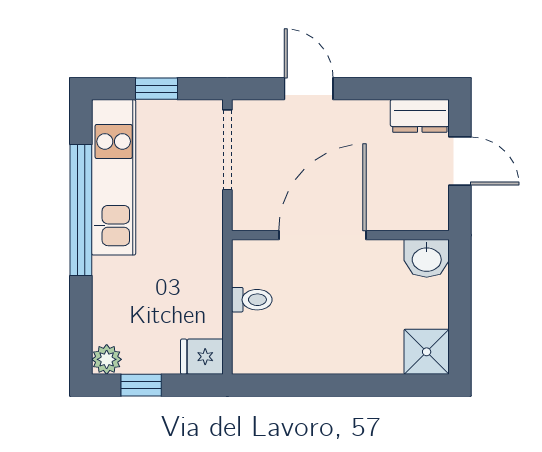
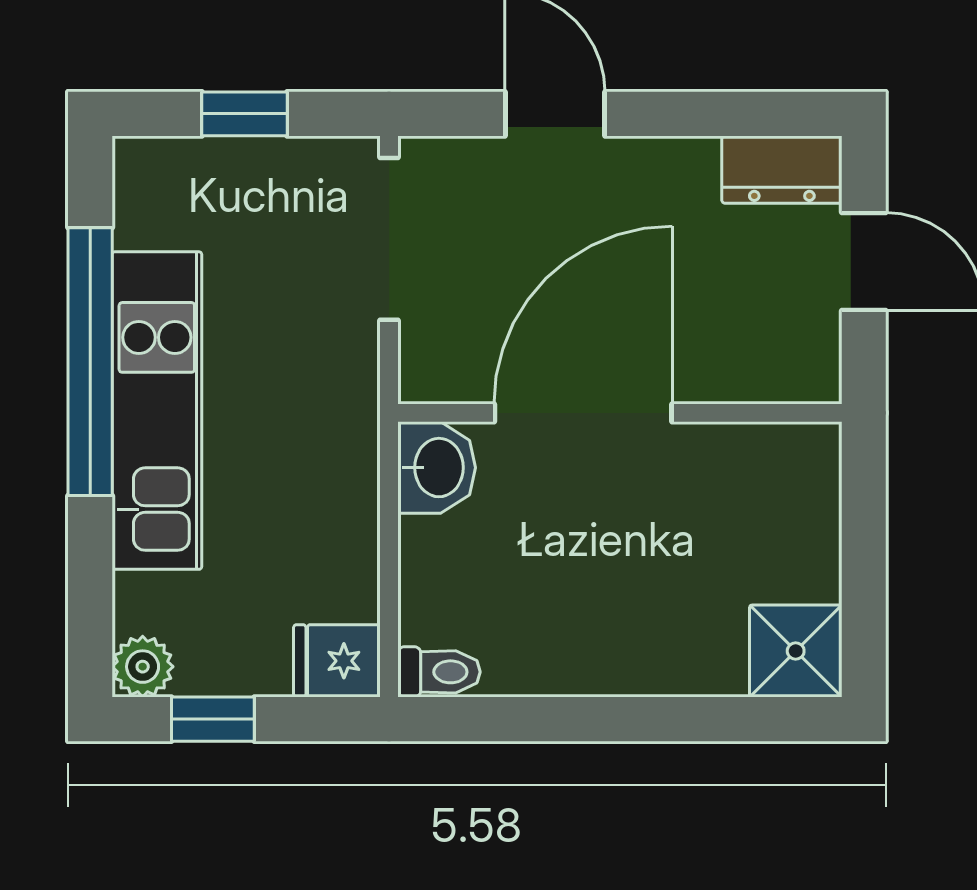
kitchen unit: (114, 177) -> (157, 411), moved
washbasin: (427, 258) -> (437, 468), moved, turned -90
toilet: (252, 300) -> (439, 672), moved

